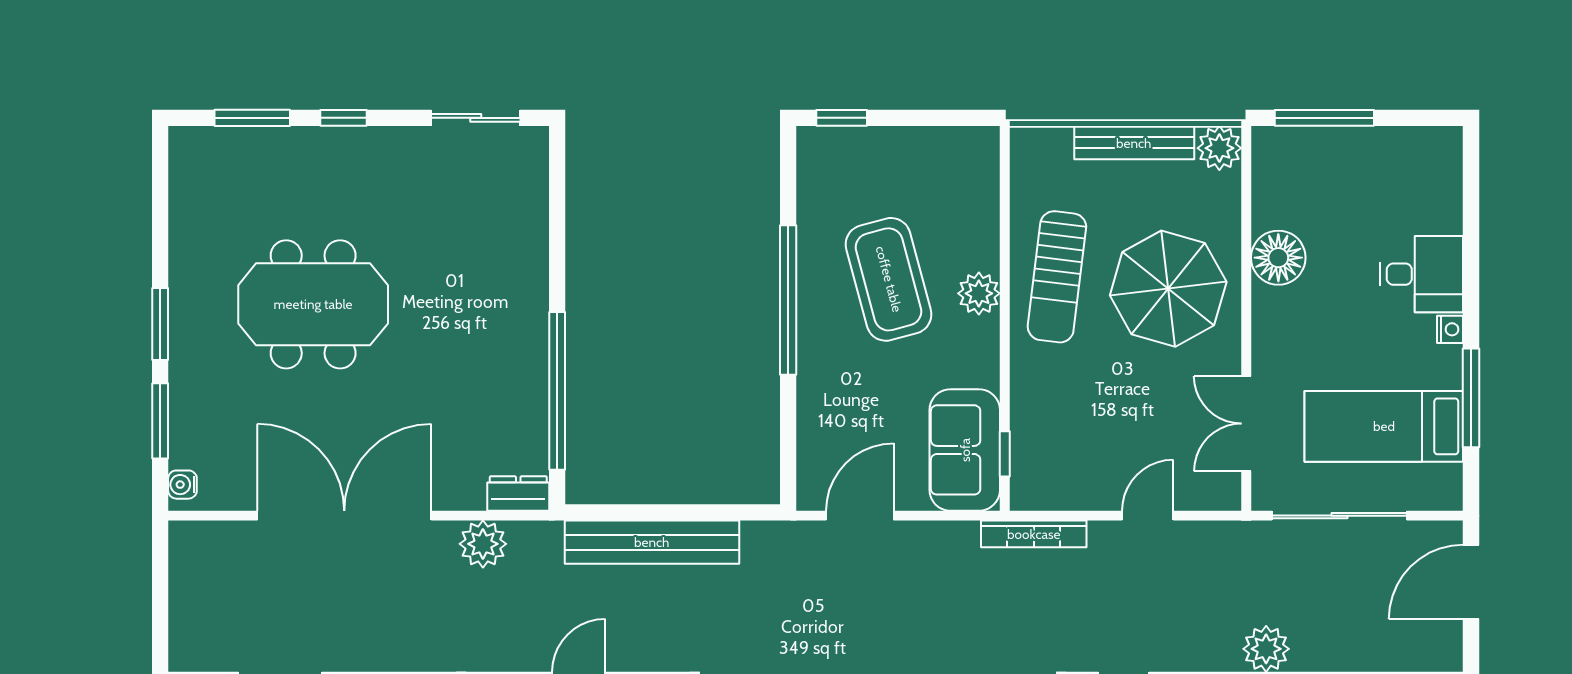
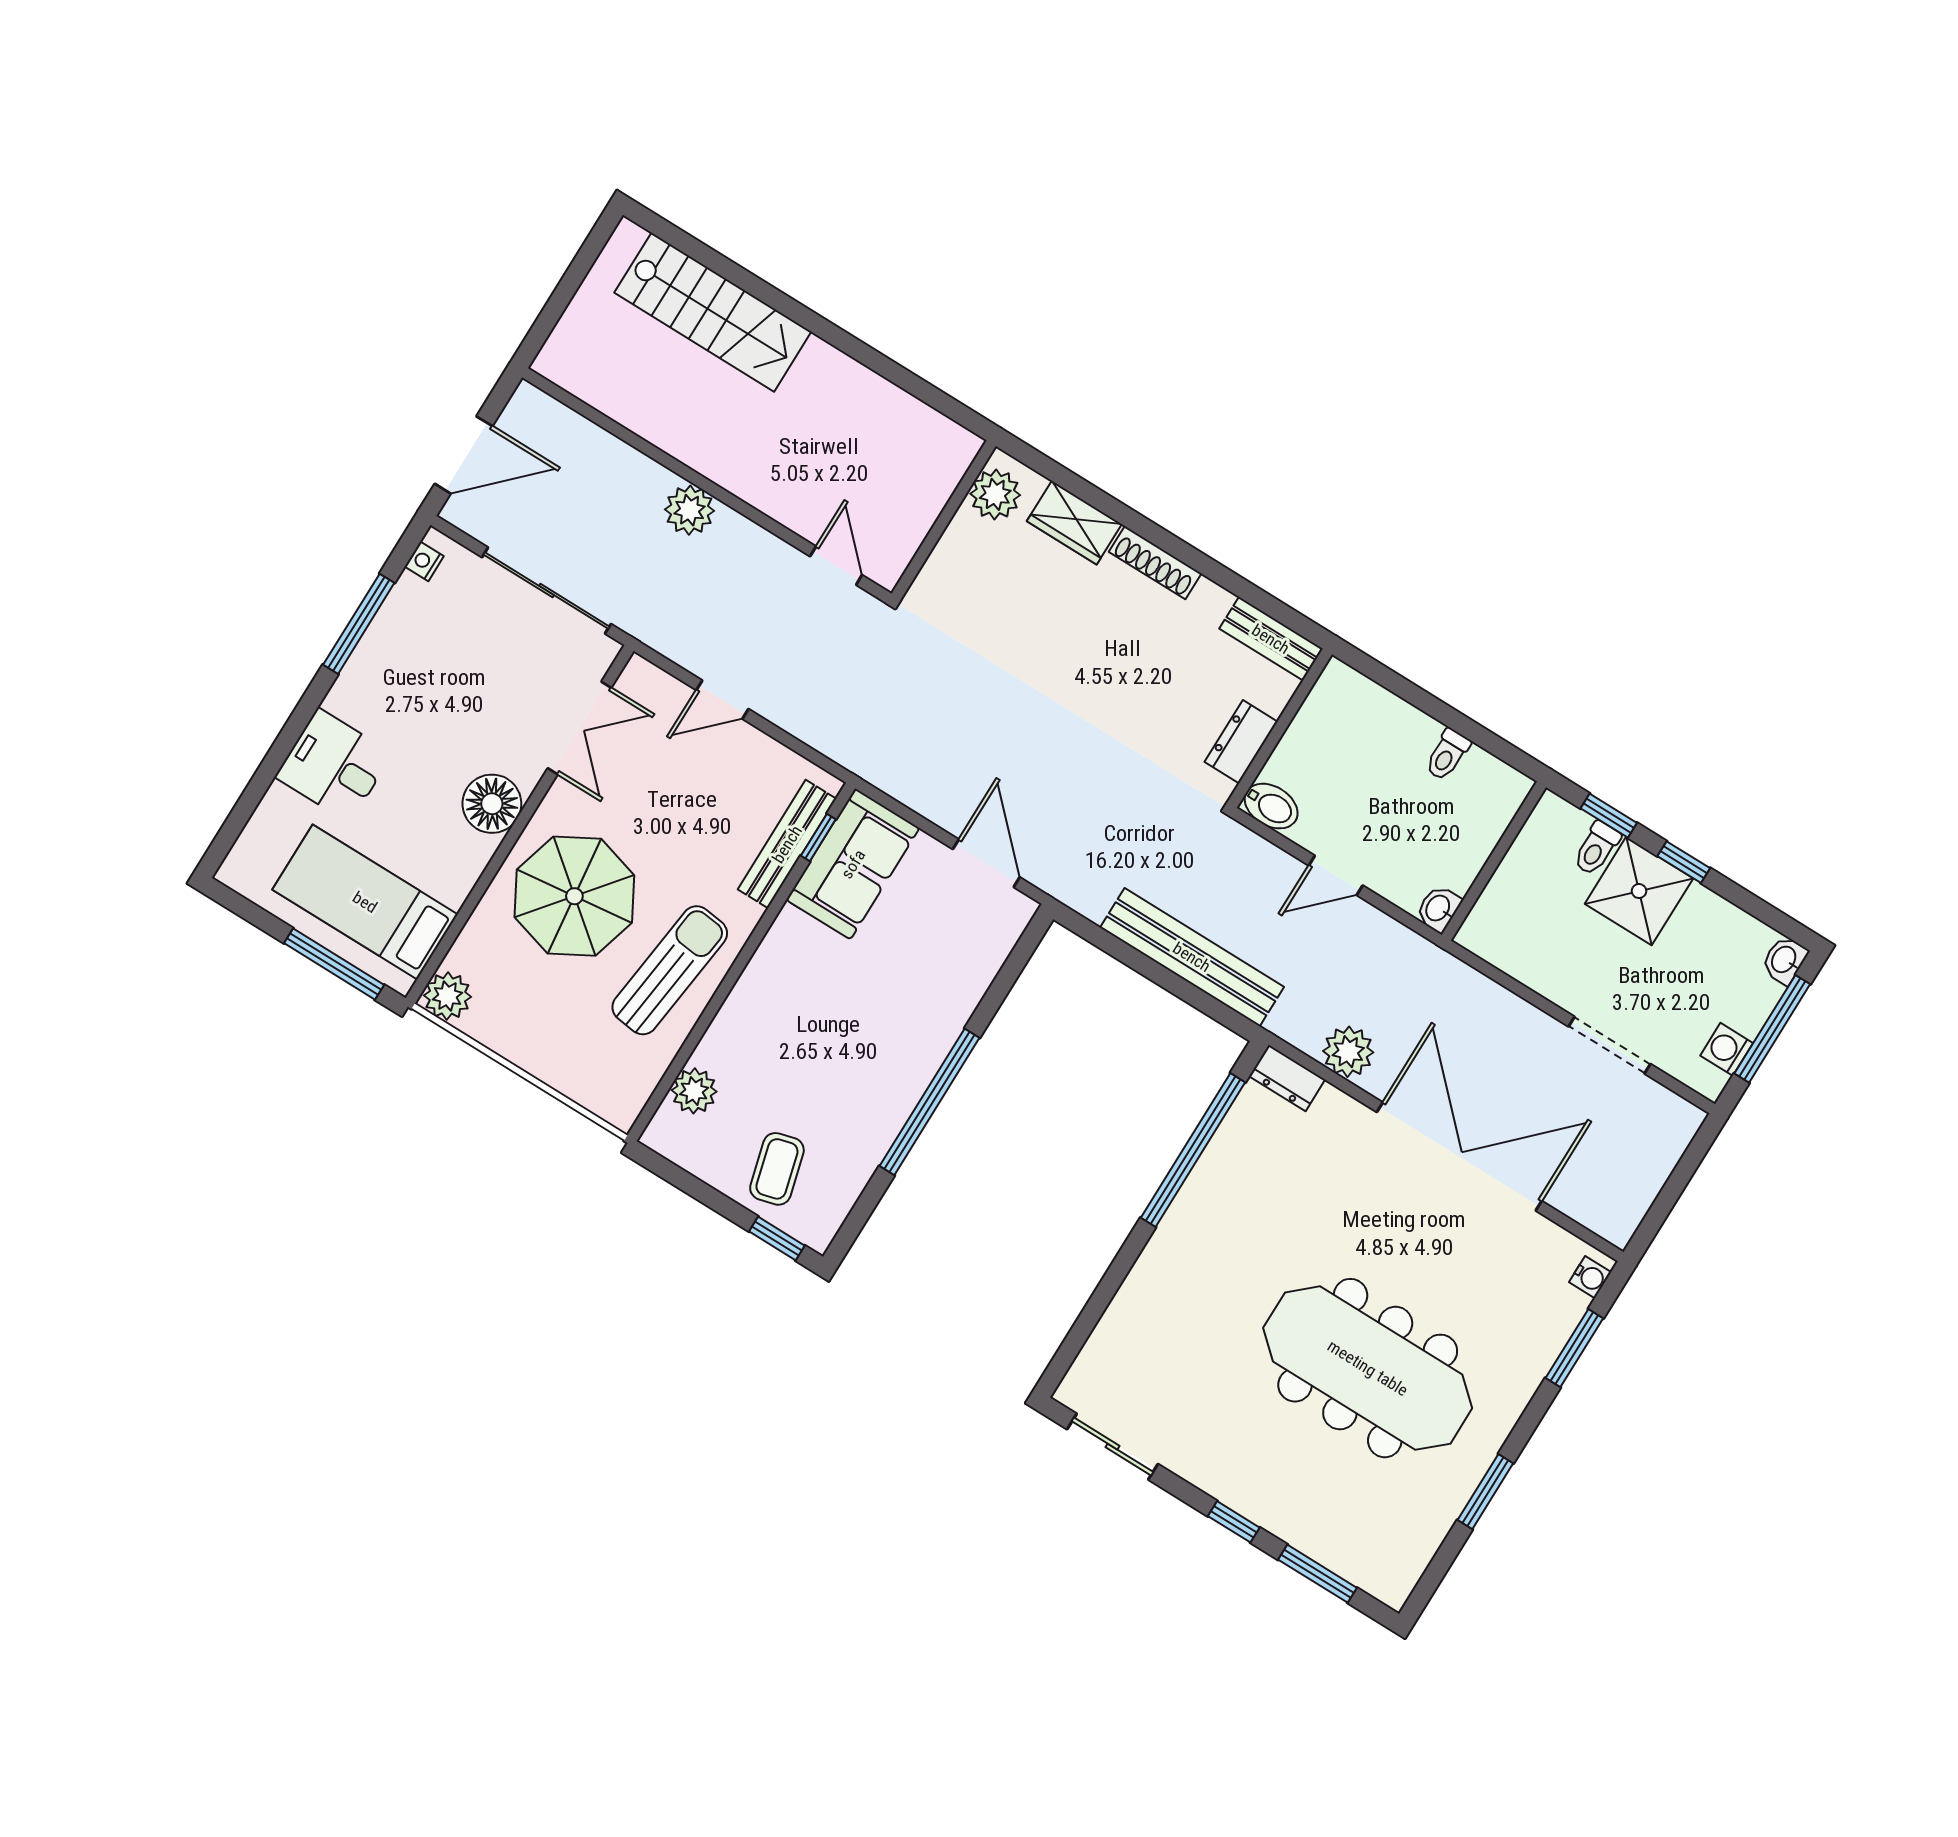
bench: (1134, 143) -> (787, 844), moved, turned 90
floor lamp: (1278, 258) -> (492, 804), moved
coffee table: (889, 279) -> (777, 1169), moved, width x0.54, depth x0.58
plant: (979, 293) -> (694, 1091), moved
meeting table: (313, 304) -> (1368, 1368), width x1.36
window: (160, 324) -> (1485, 1492), moved
nightstand: (1450, 329) -> (424, 561), moved
bed: (1384, 426) -> (365, 902), moved, turned 180
double door: (344, 516) -> (1459, 1156), swing flipped
door: (860, 516) -> (986, 863), swing flipped
bookcase: (1034, 534) -> (837, 748), removed

